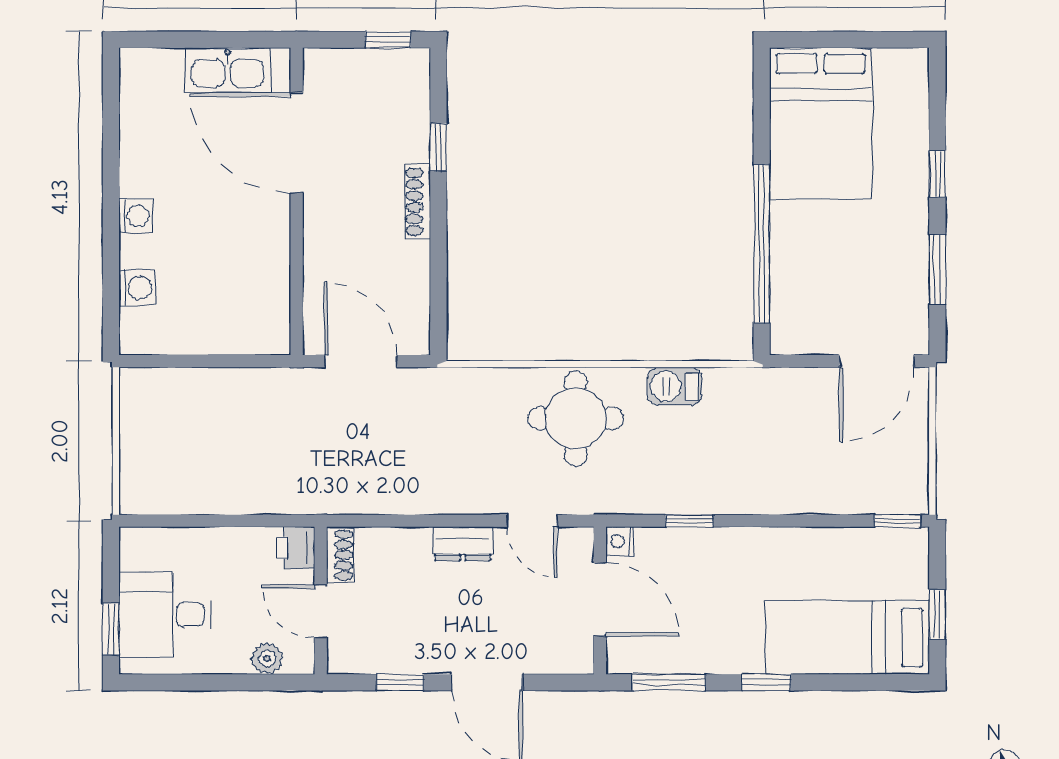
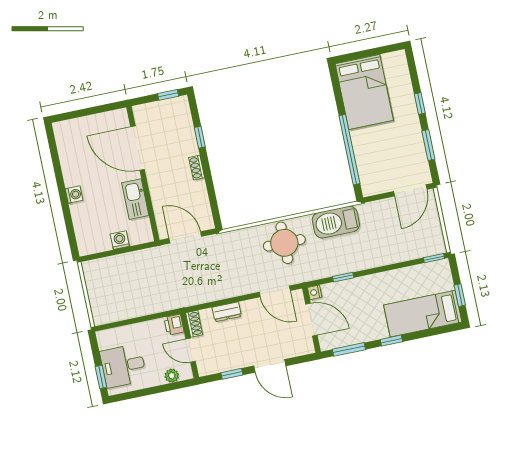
kitchen sink: (228, 70) -> (135, 199), moved, turned 90
shoe rack: (418, 202) -> (197, 168), width x0.70
washing machine: (137, 288) -> (120, 240), moved, turned -90
barbecue: (675, 386) -> (336, 222), width x1.88, depth x1.53
door: (532, 521) -> (275, 291), width x1.37
dresser: (463, 544) -> (227, 312), moved

